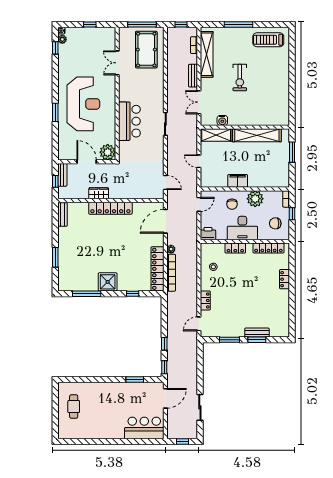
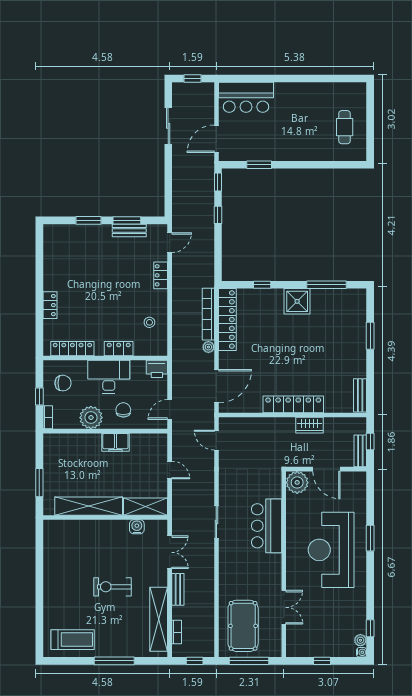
exercise bike: (240, 78) -> (112, 587), turned -90
bench: (257, 333) -> (129, 231), moved

